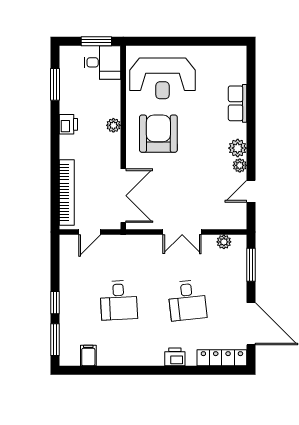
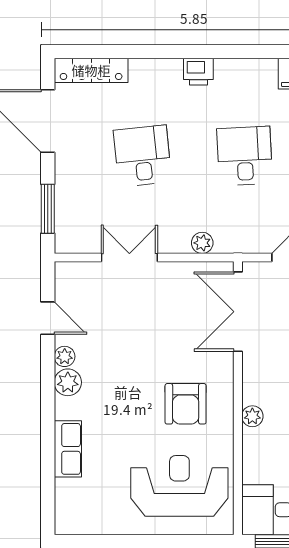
armchair: (158, 134) -> (186, 404), width x0.73, depth x0.73
door: (251, 191) -> (48, 318), hinge flipped
double door: (182, 232) -> (129, 257), moved
plant: (224, 242) -> (202, 243), moved
printer: (175, 357) -> (198, 72), moved

